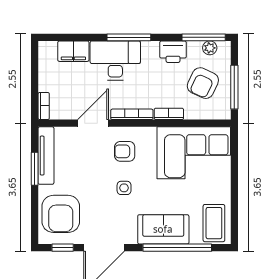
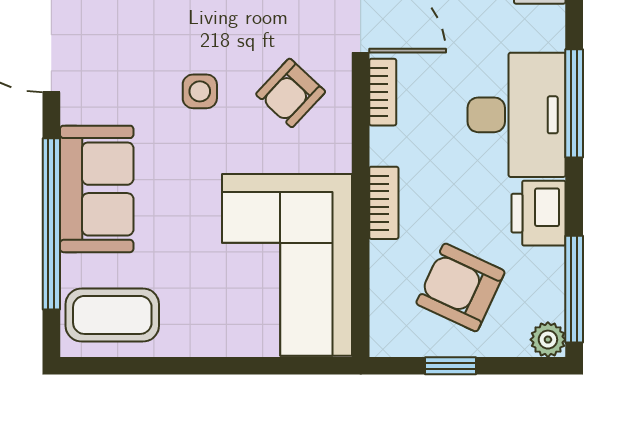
plant: (210, 48) -> (548, 340), moved
desk: (115, 61) -> (517, 115), moved
window: (234, 87) -> (450, 366), width x0.46
bookcase: (132, 114) -> (383, 92), width x0.64
armchair: (125, 151) -> (291, 93), turned -137

